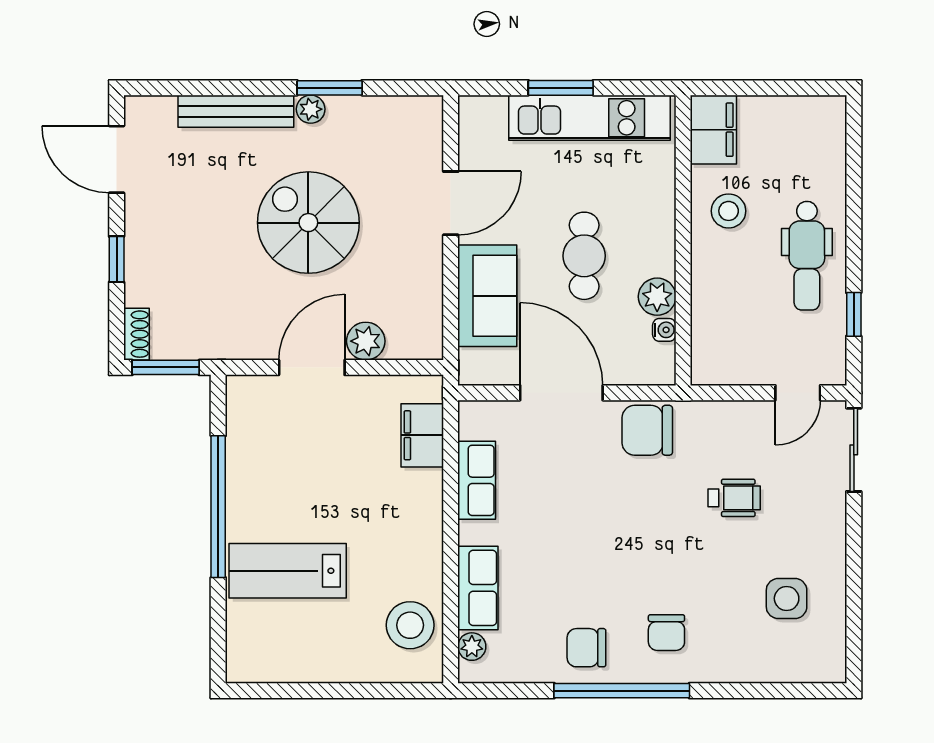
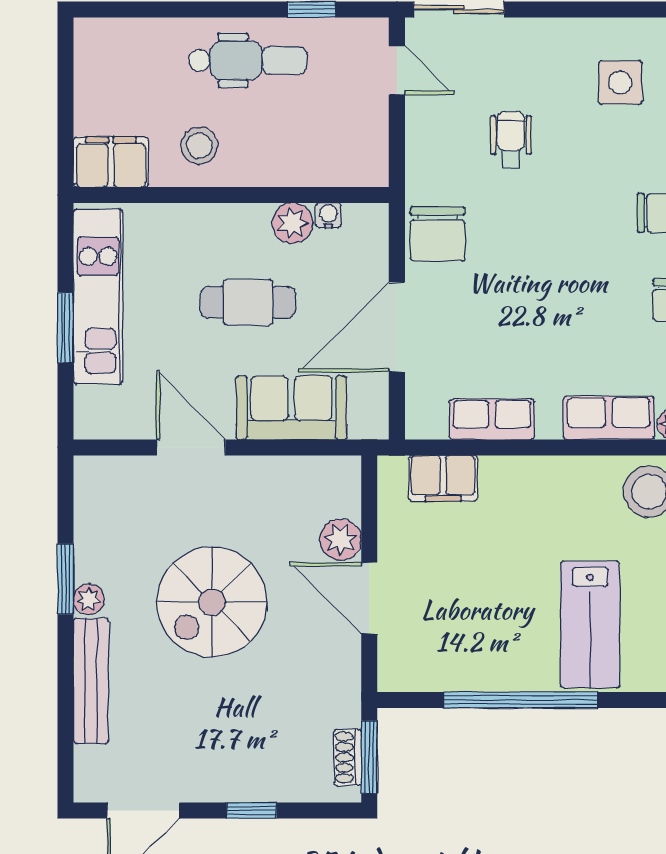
shoe rack: (136, 334) -> (348, 757), moved, turned -90

